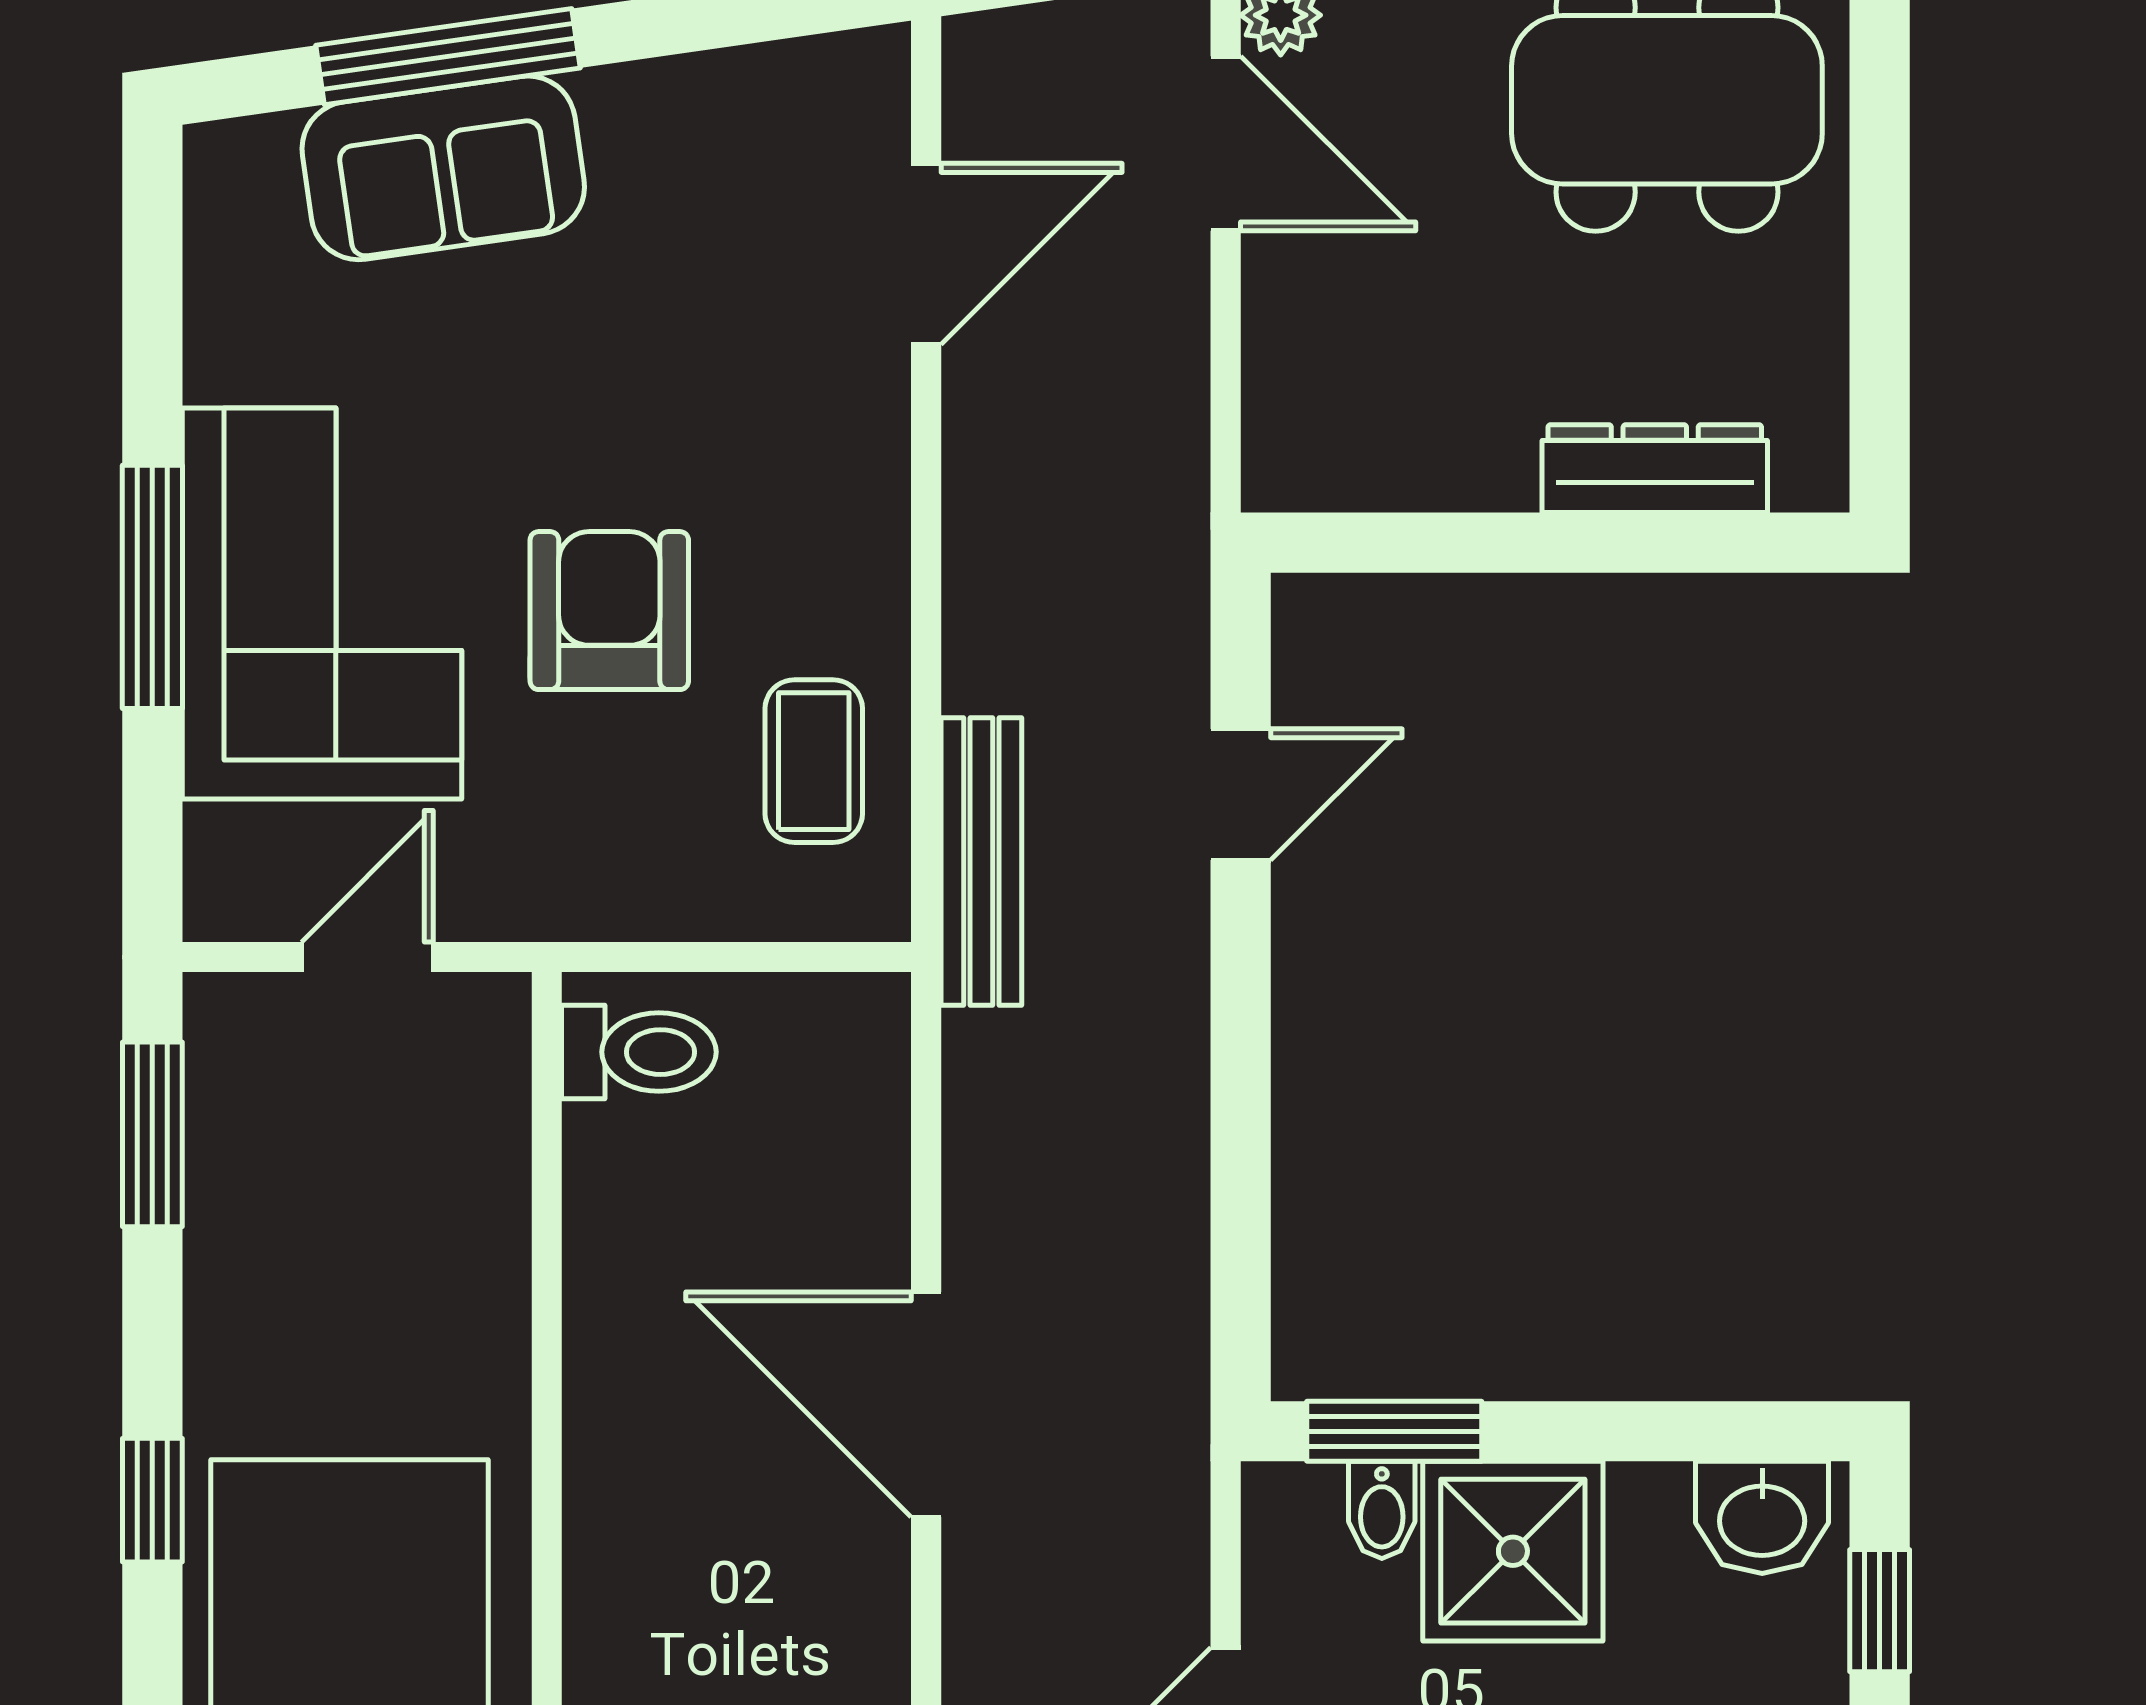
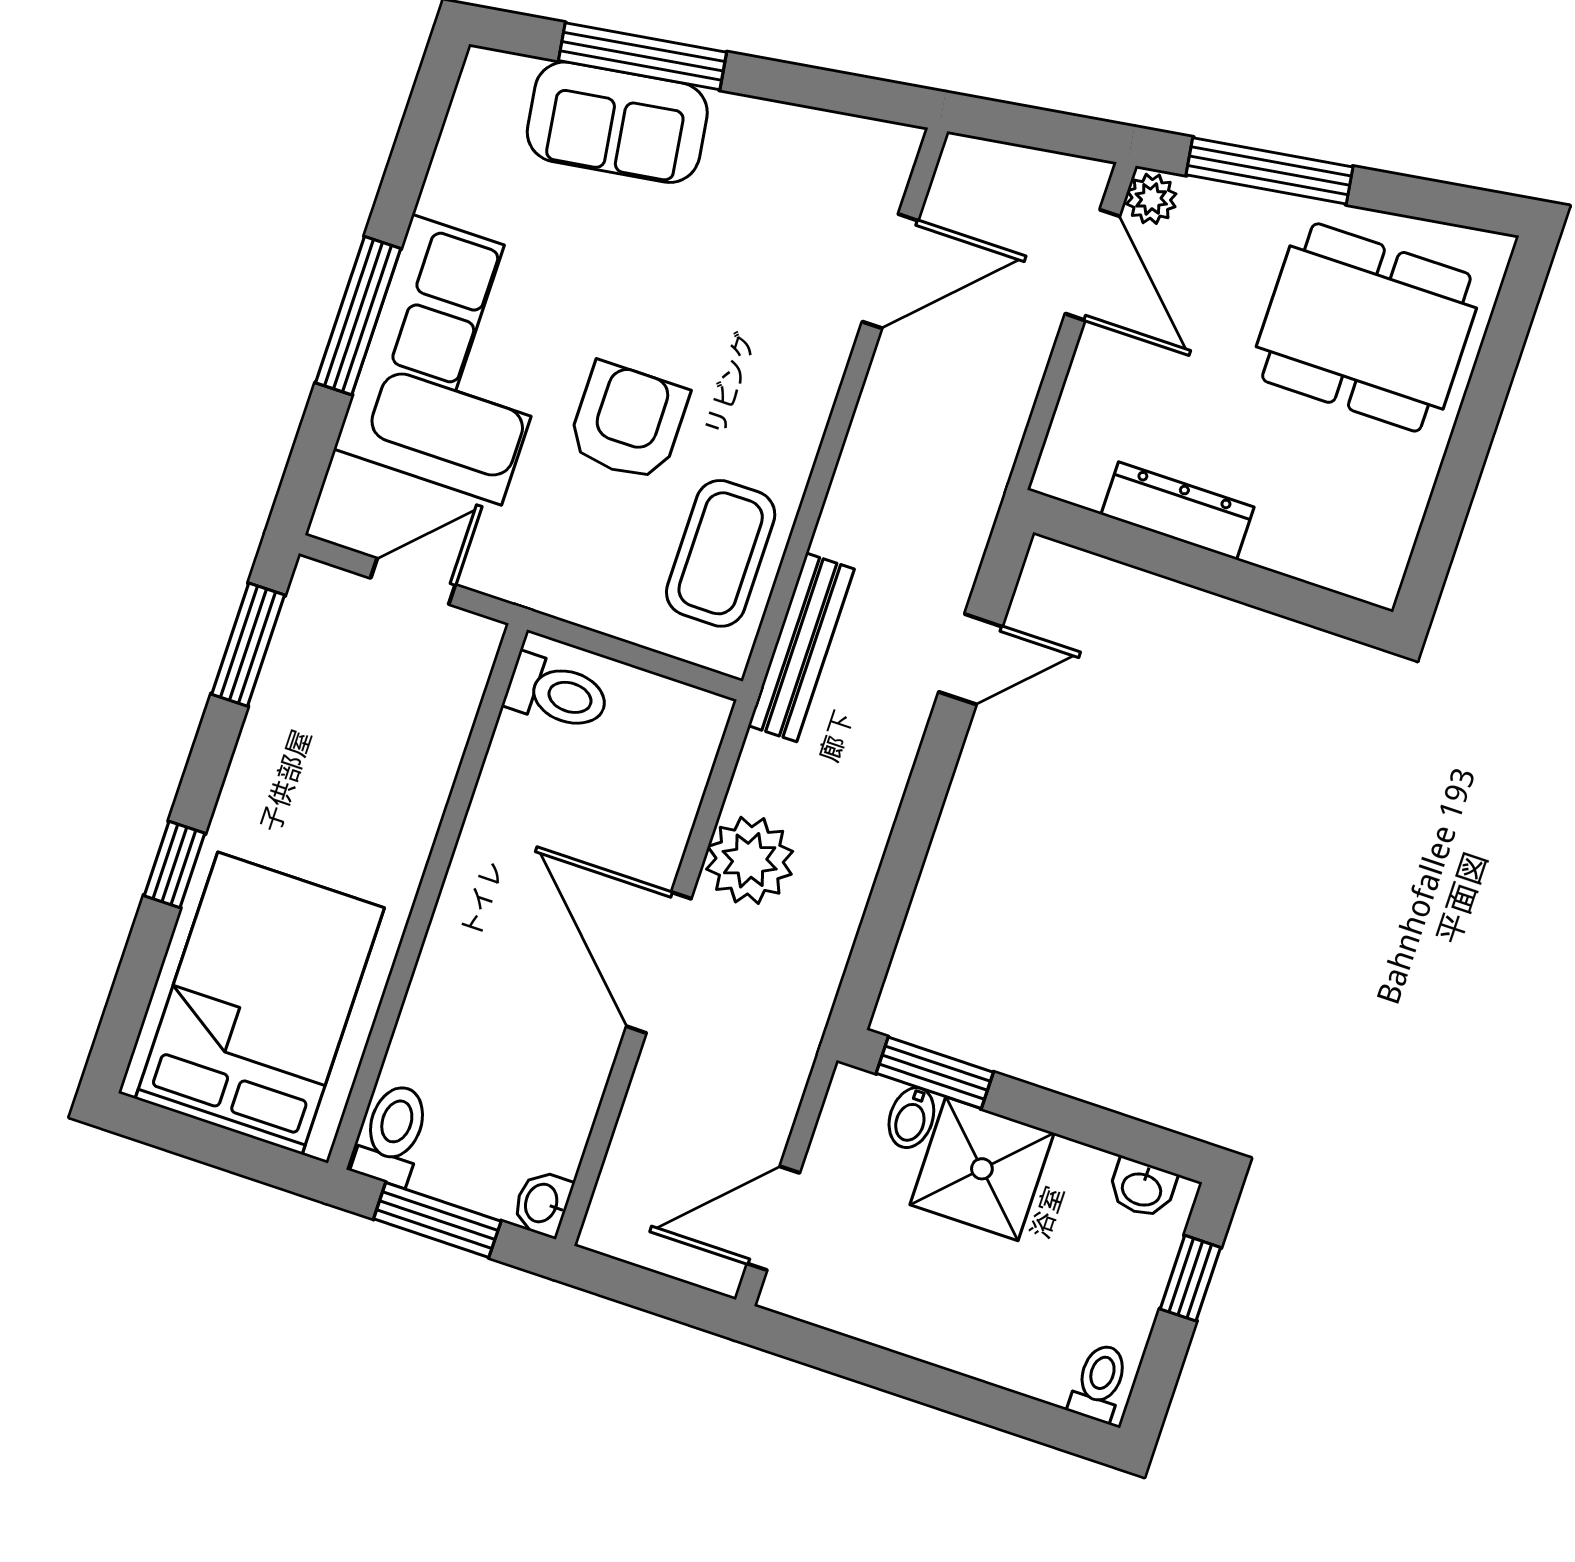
dresser: (1655, 469) -> (1177, 511), moved
coffee table: (814, 761) -> (721, 553), width x1.36, depth x1.30
plant: (1011, 1206) -> (750, 860), added
washbasin: (1762, 1517) -> (1142, 1188), width x0.72, depth x0.69

